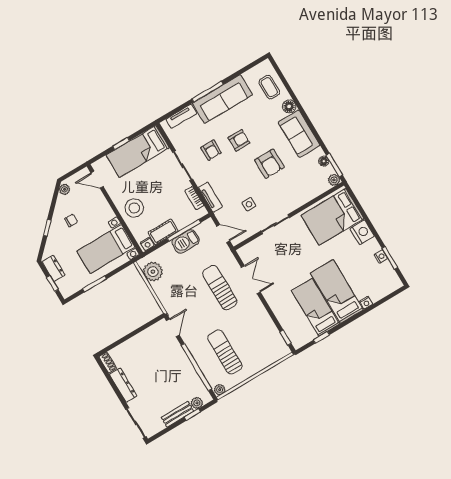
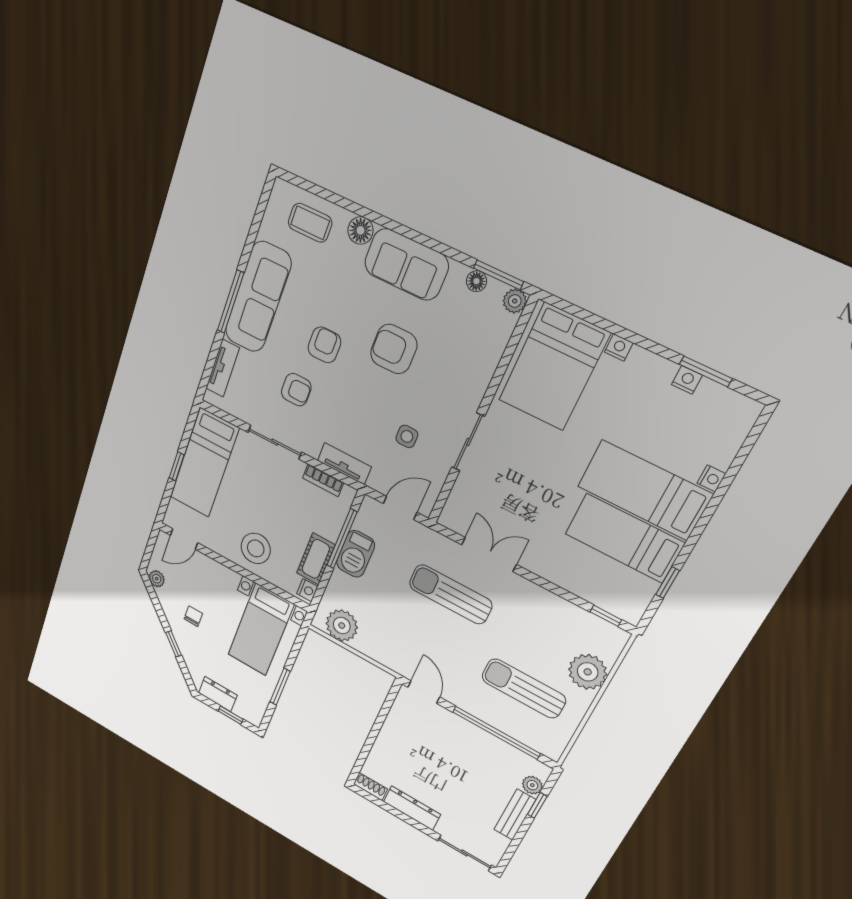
armchair: (269, 164) -> (394, 349), turned 180
nightstand: (362, 232) -> (619, 348), width x0.53, depth x0.56
plant: (220, 390) -> (588, 672), moved, width x1.88, depth x1.88

